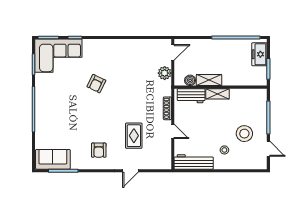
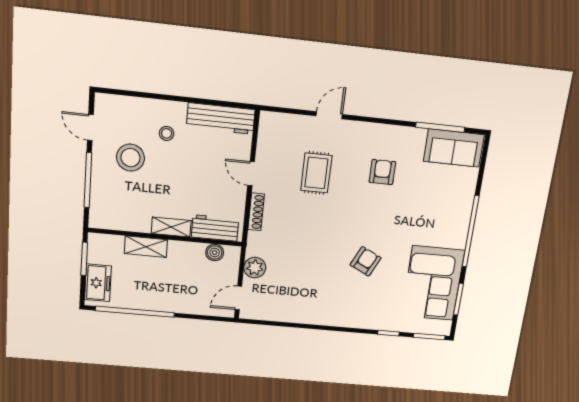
corner sofa: (58, 56) -> (433, 283), moved, turned -90
shelving: (209, 80) -> (146, 247), moved
armchair: (99, 150) -> (382, 172), moved

